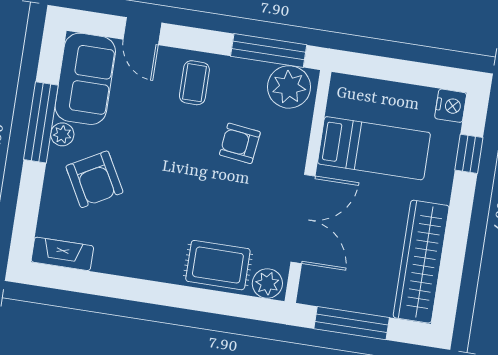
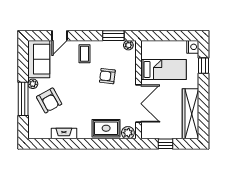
door: (142, 31) -> (60, 36), hinge flipped
window: (269, 51) -> (113, 36), width x0.69
plant: (289, 87) -> (128, 45), width x0.53, depth x0.53
window: (41, 122) -> (23, 99), moved
fireplace: (62, 254) -> (64, 134), moved
window: (352, 323) -> (166, 144), width x0.46

